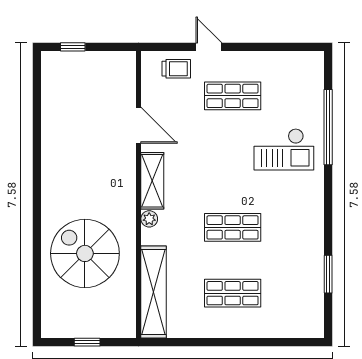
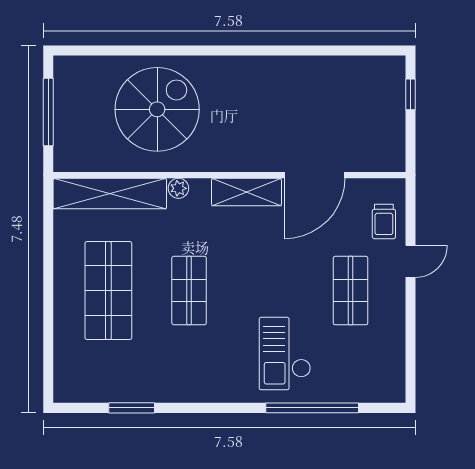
door: (139, 125) -> (315, 175), width x1.36
plant: (149, 219) -> (178, 188), moved
shop shelf: (233, 293) -> (108, 291), width x1.43, depth x1.36
window: (87, 342) -> (48, 112), width x2.17

